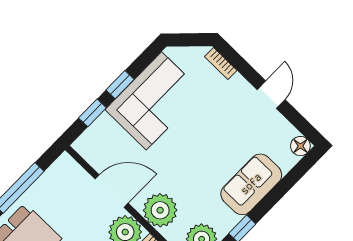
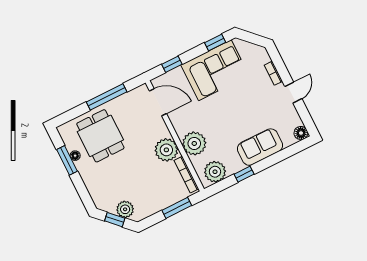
bookcase: (221, 64) -> (273, 73), moved
window: (120, 85) -> (215, 43), moved
door: (112, 191) -> (158, 102), moved

